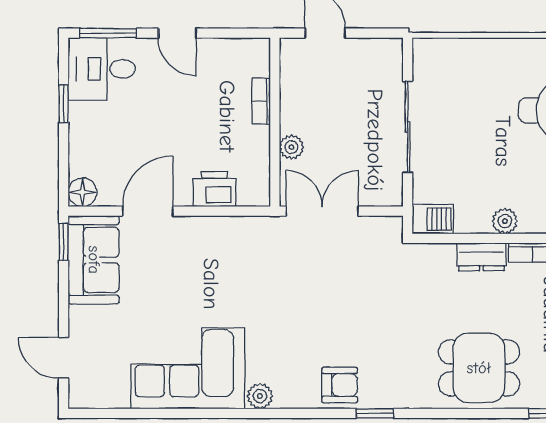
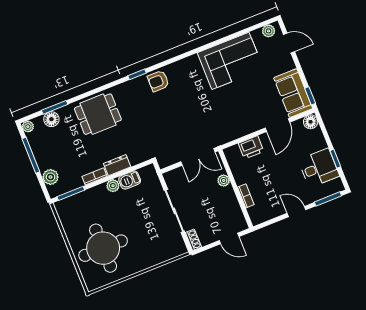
shoe rack: (393, 58) -> (193, 240), added
desk: (102, 69) -> (319, 168), moved
barbecue: (433, 219) -> (130, 180), moved
plant: (260, 396) -> (269, 31), moved

